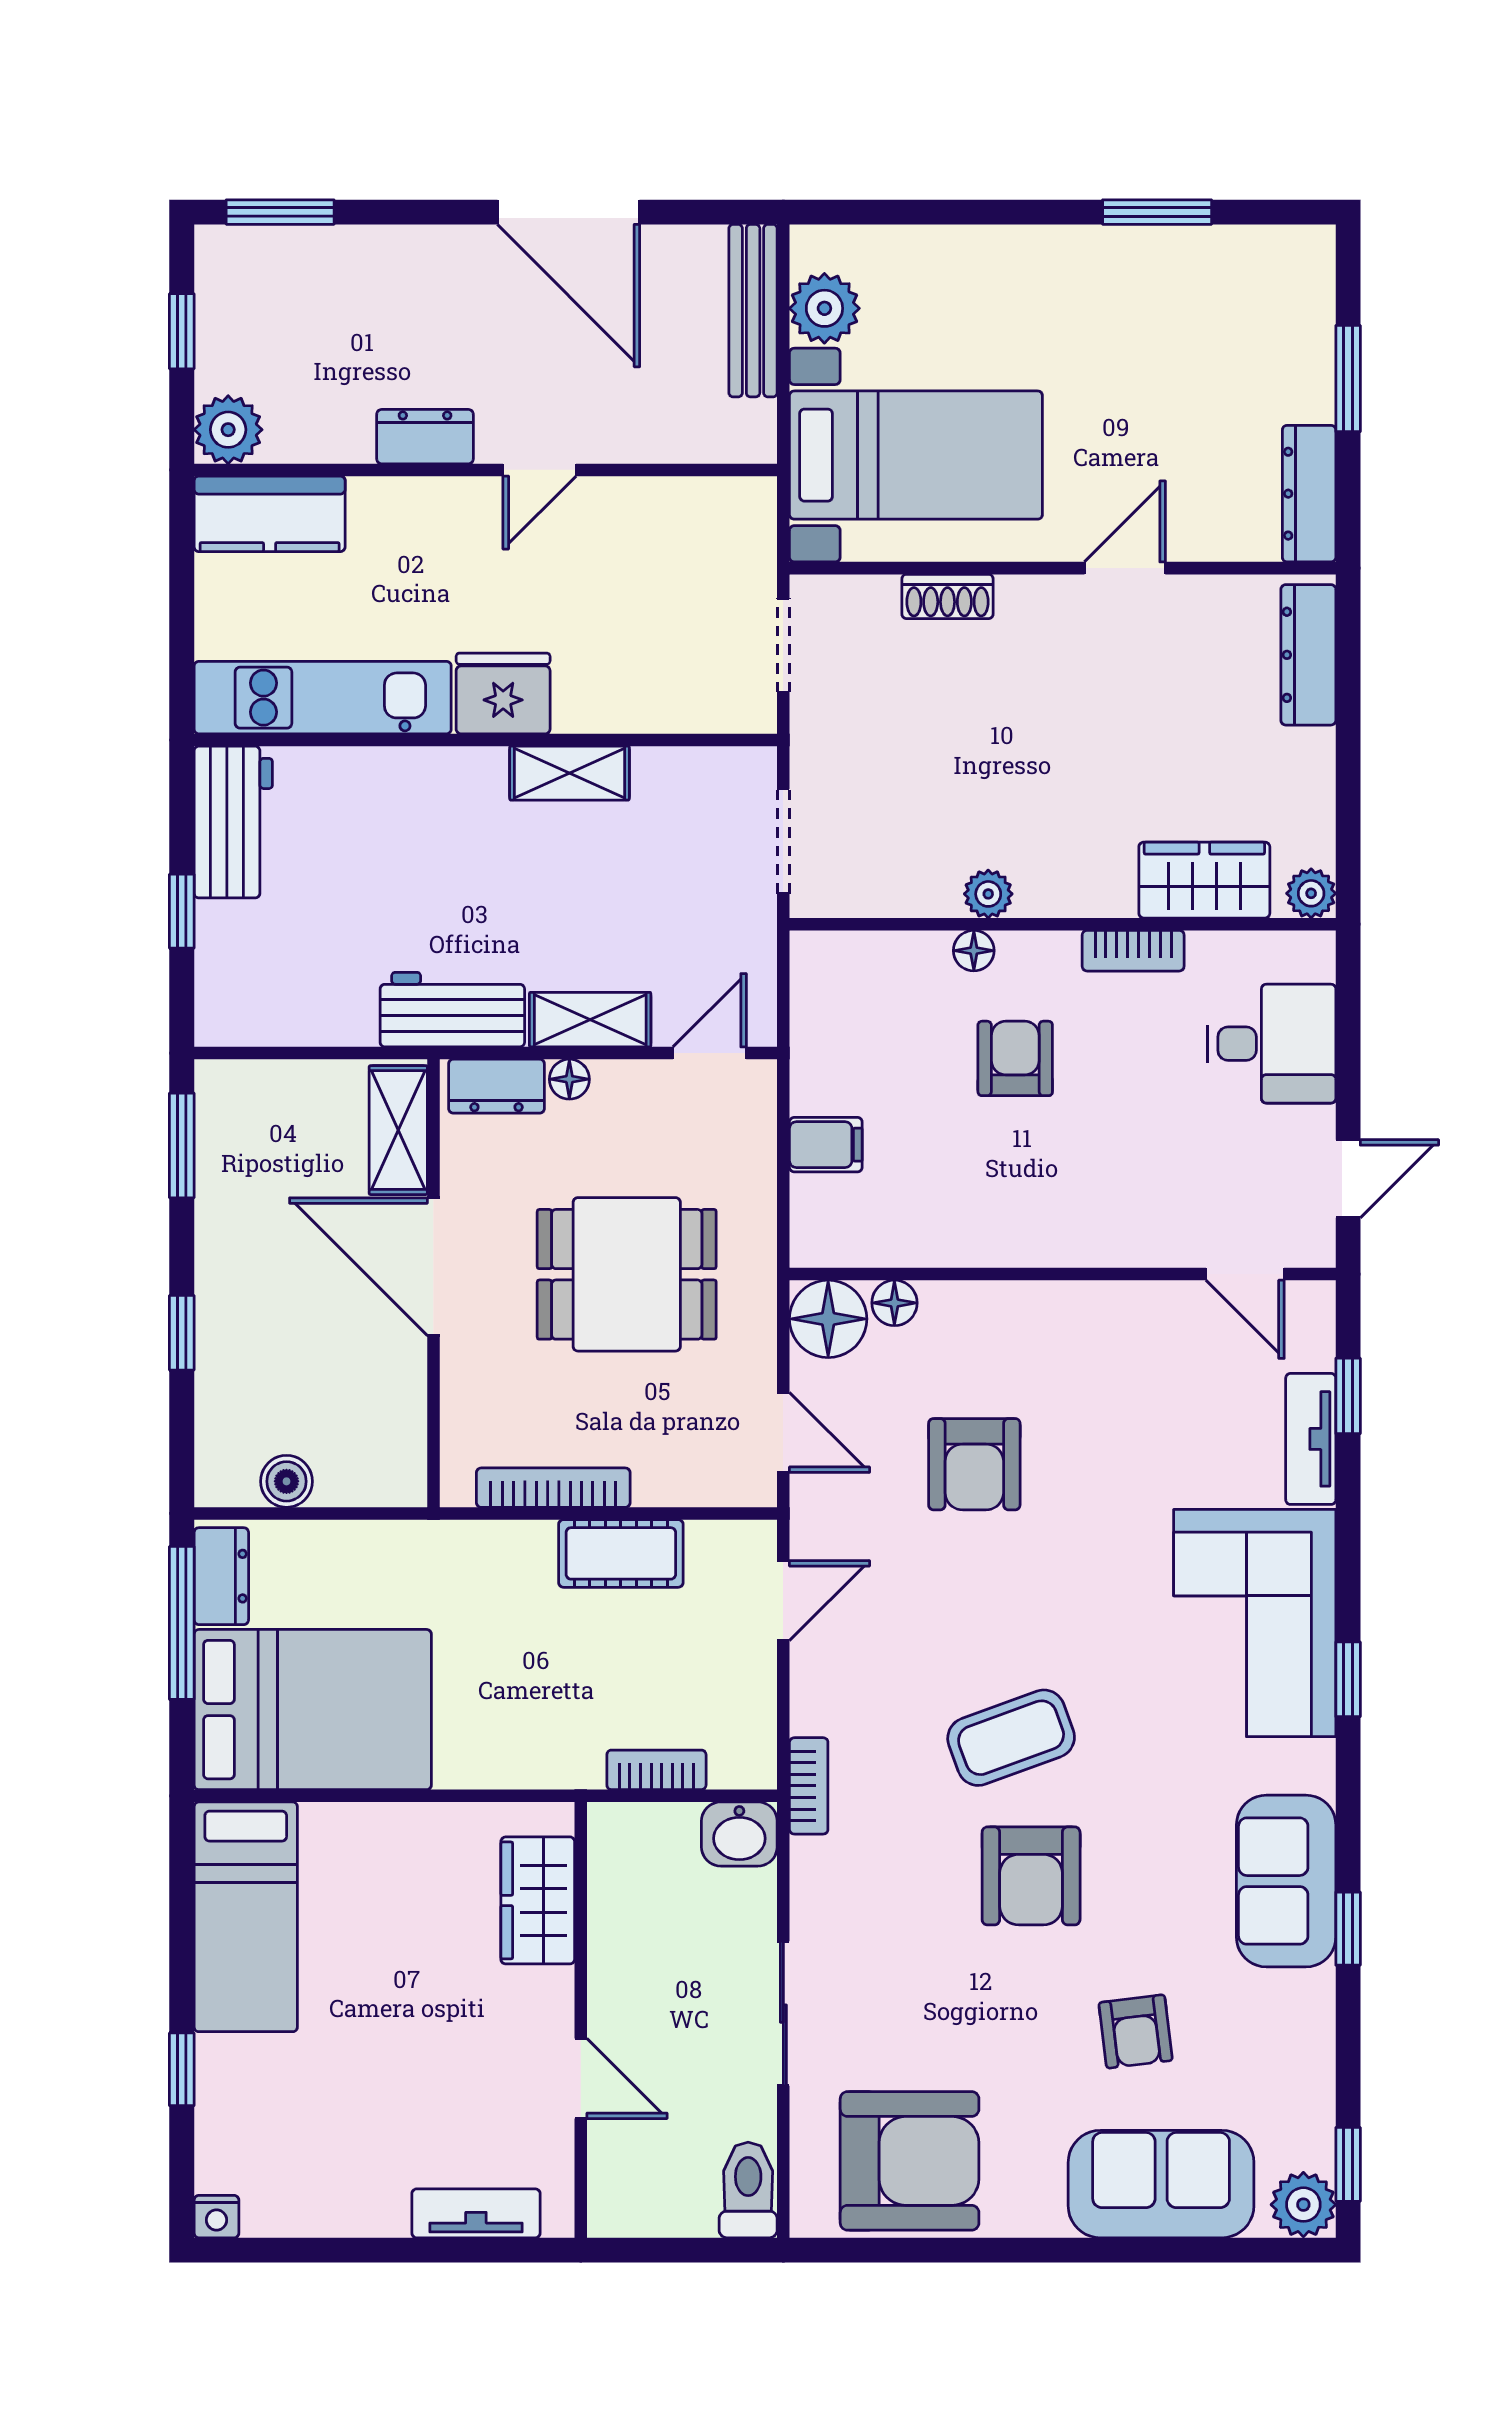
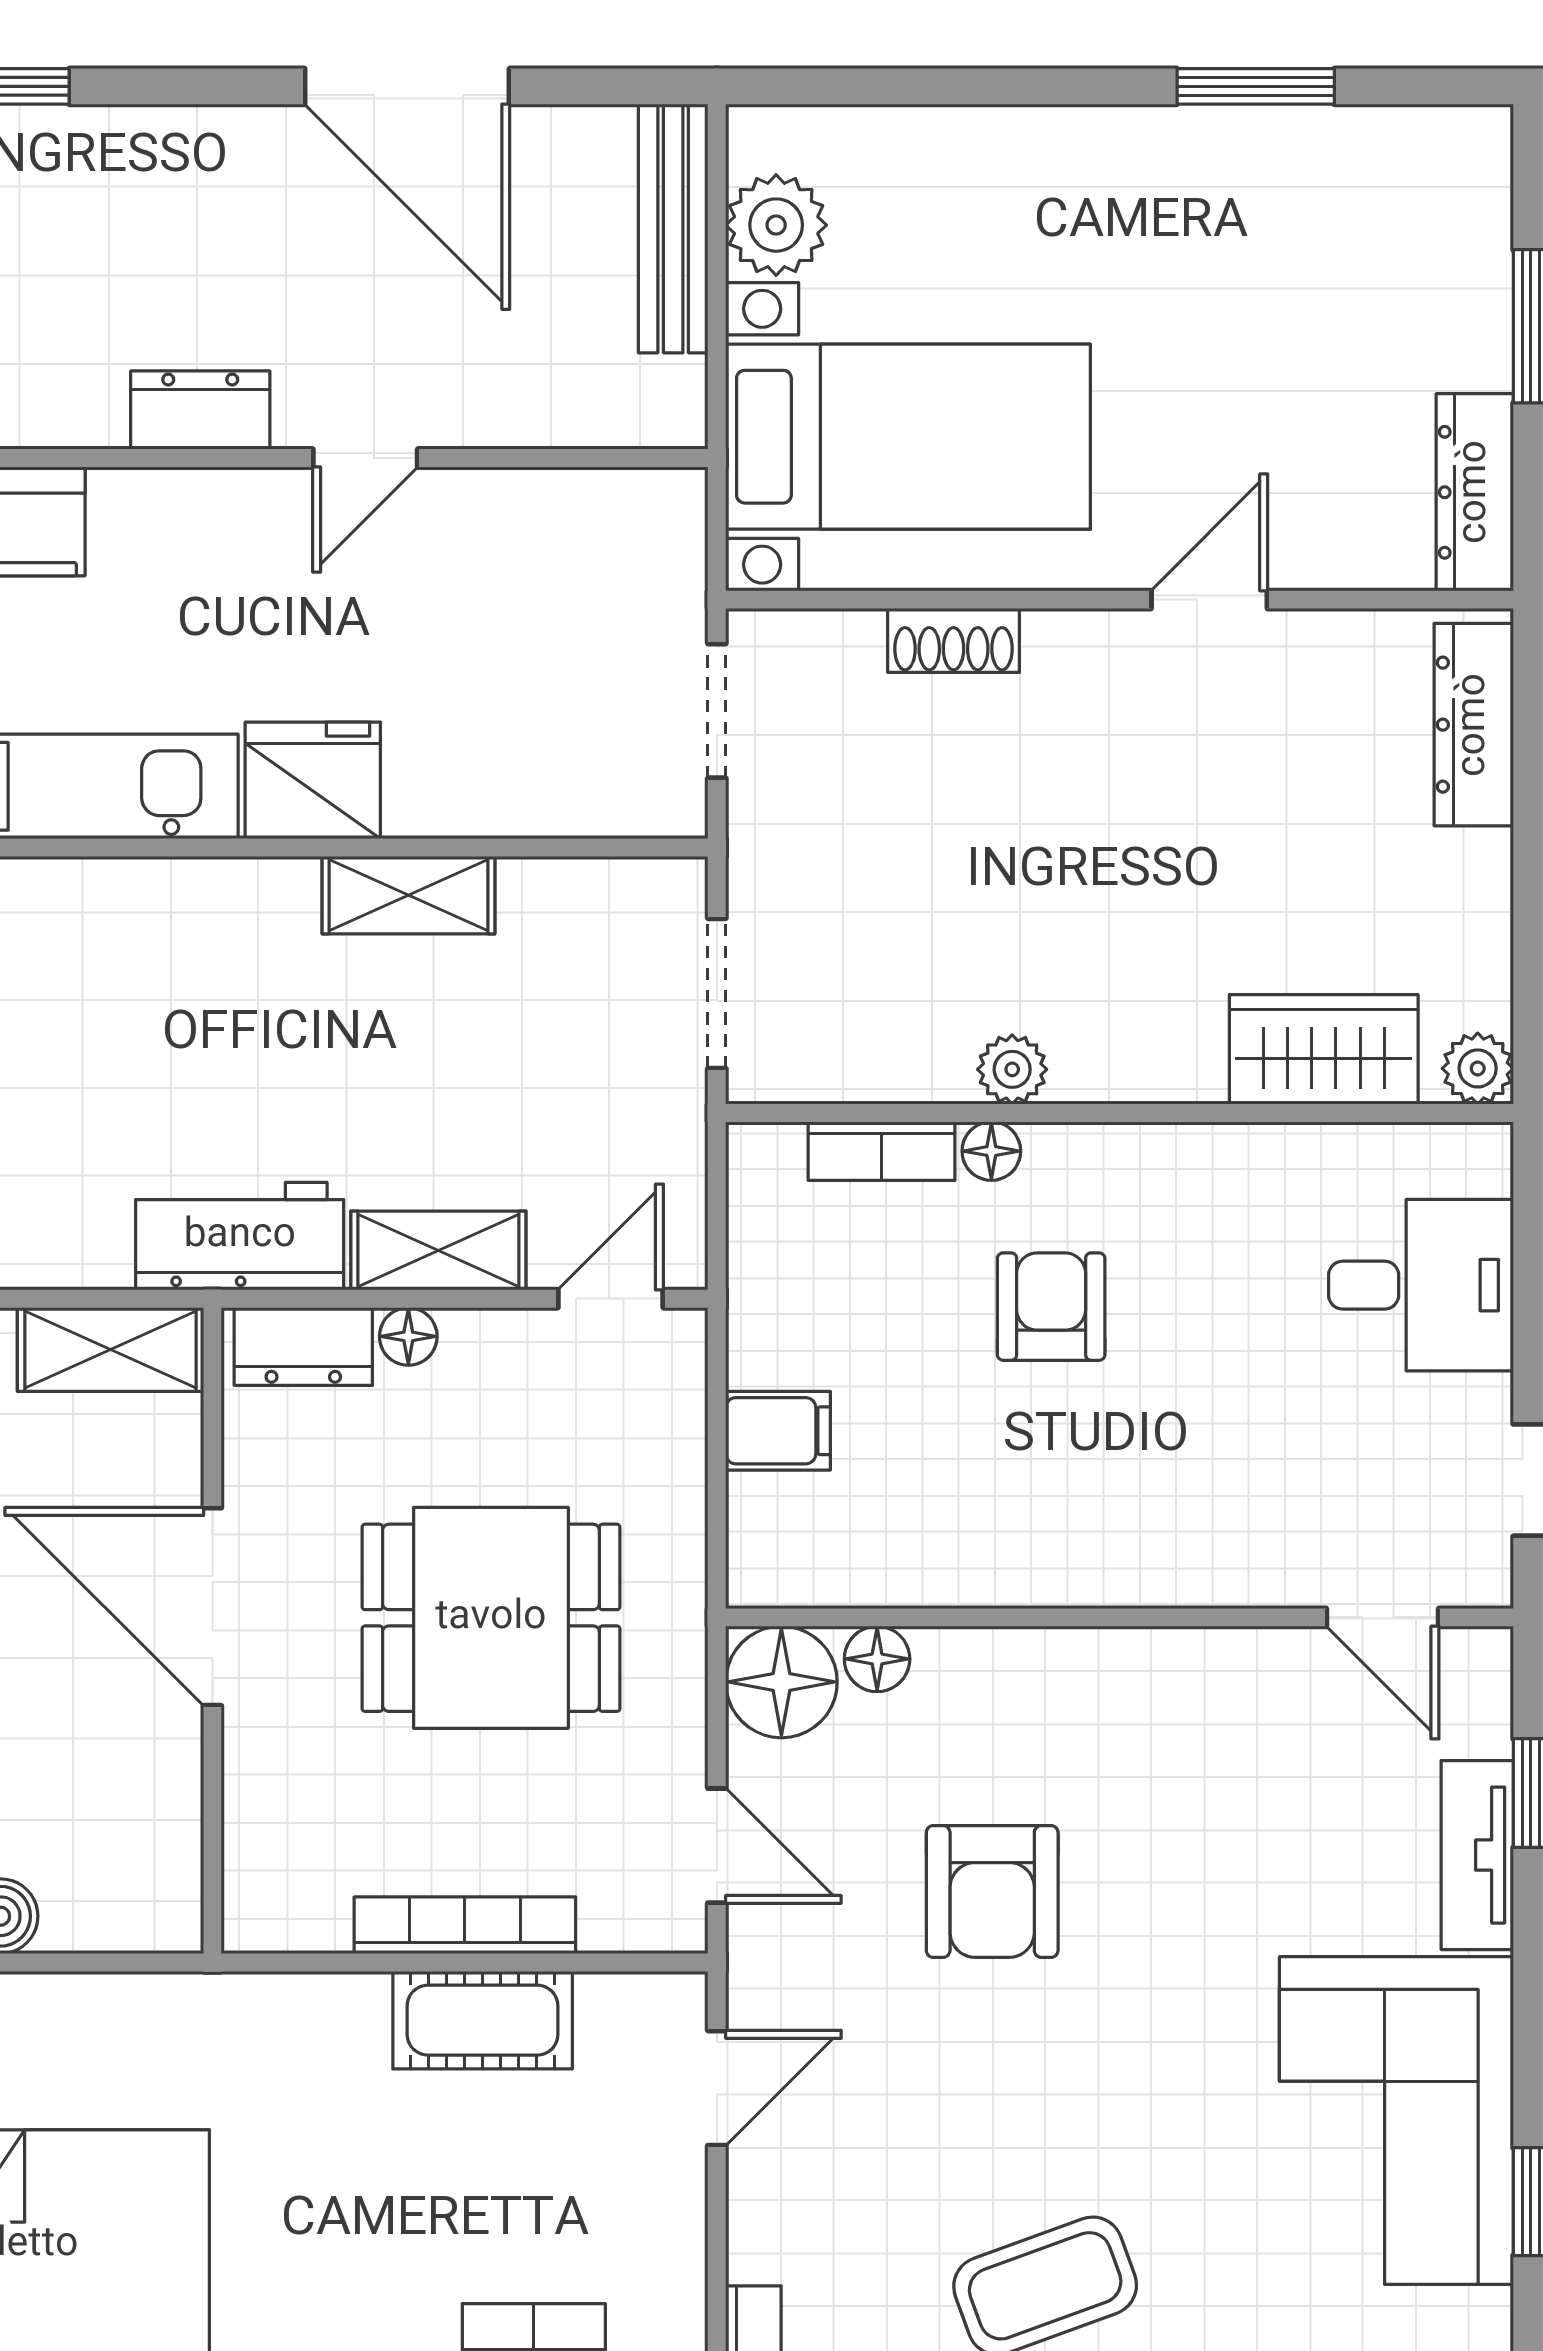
bookcase: (1133, 951) -> (882, 1151), moved
shelving: (398, 1130) -> (110, 1349), moved, turned 90
bookcase: (553, 1488) -> (465, 1925), moved

